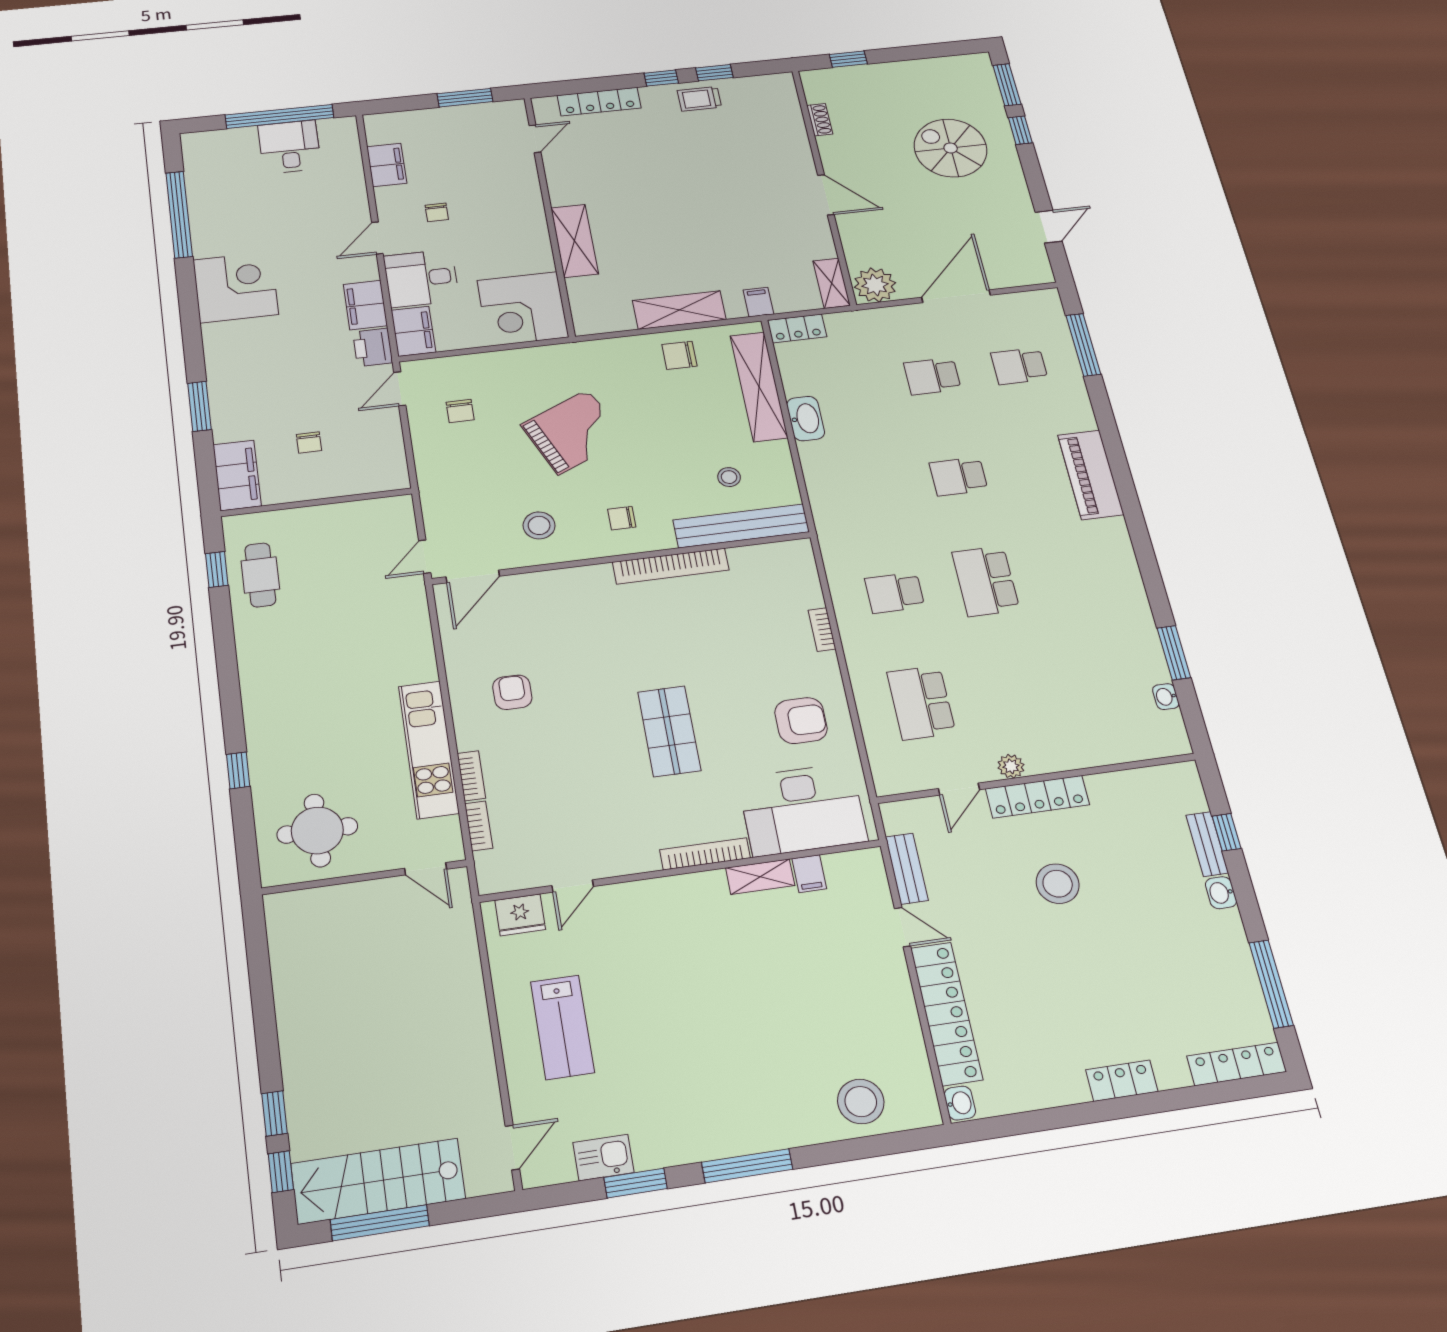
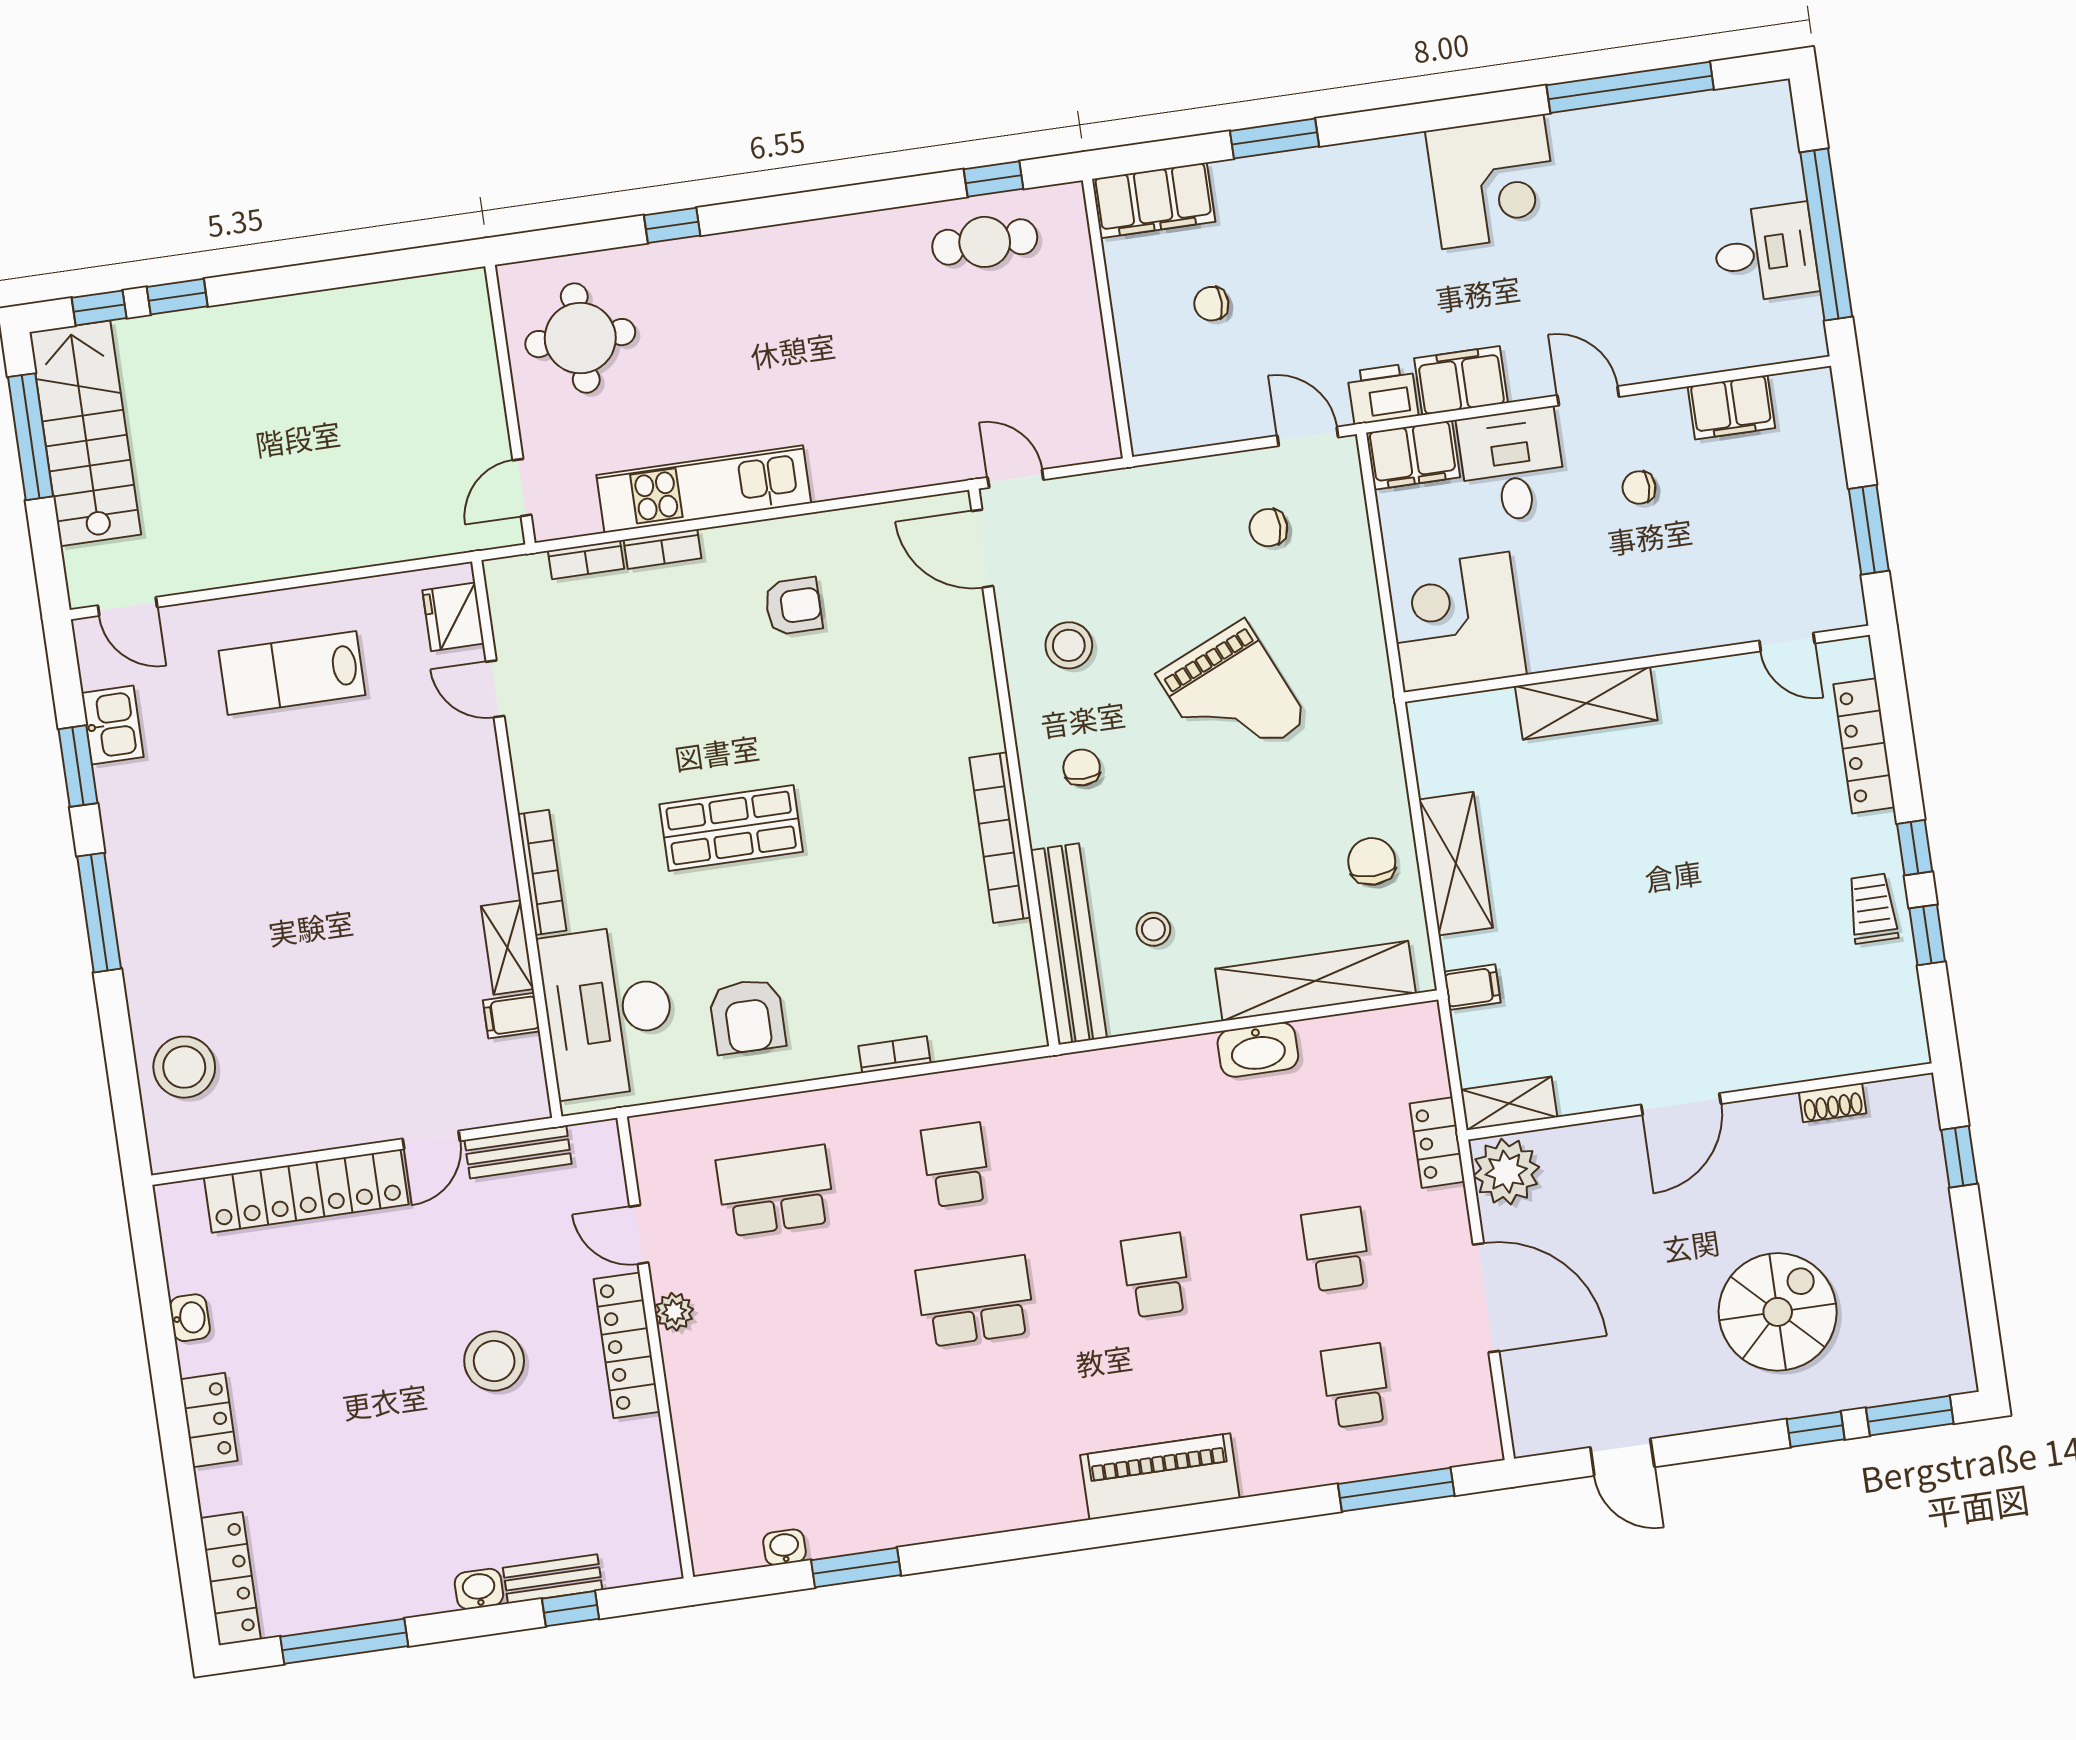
locker: (797, 328) -> (1437, 1143), moved
washbasin: (960, 1103) -> (190, 1318), moved, turned -90

